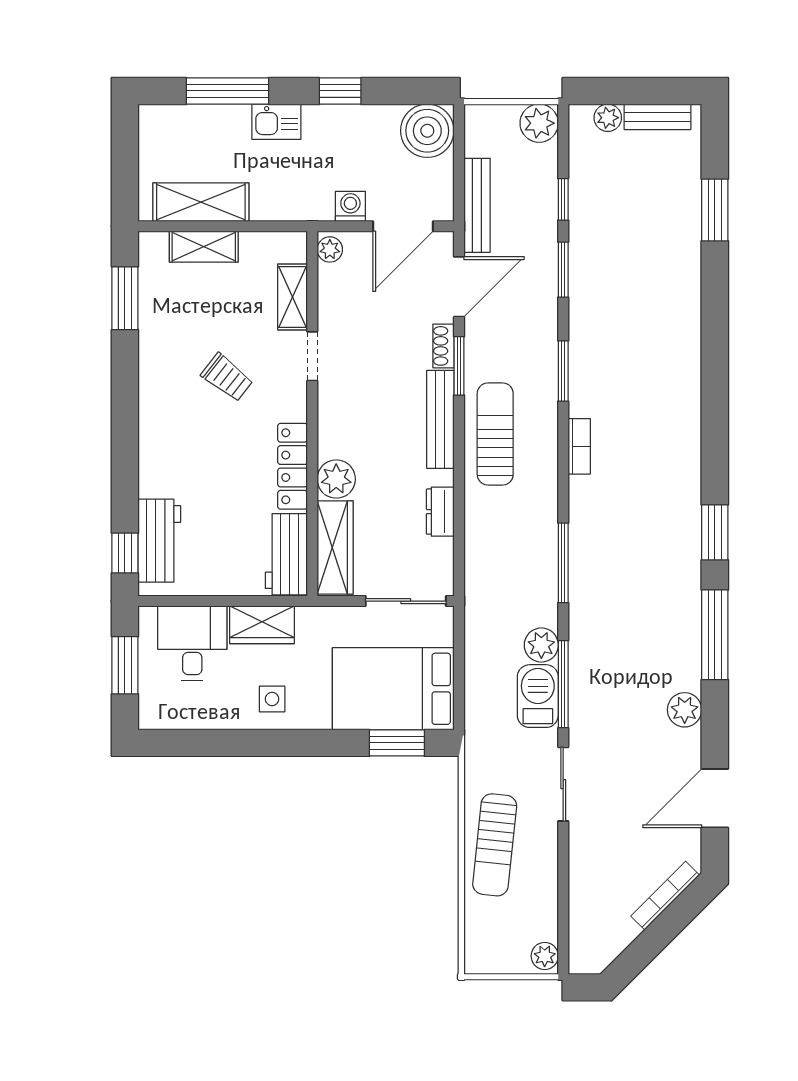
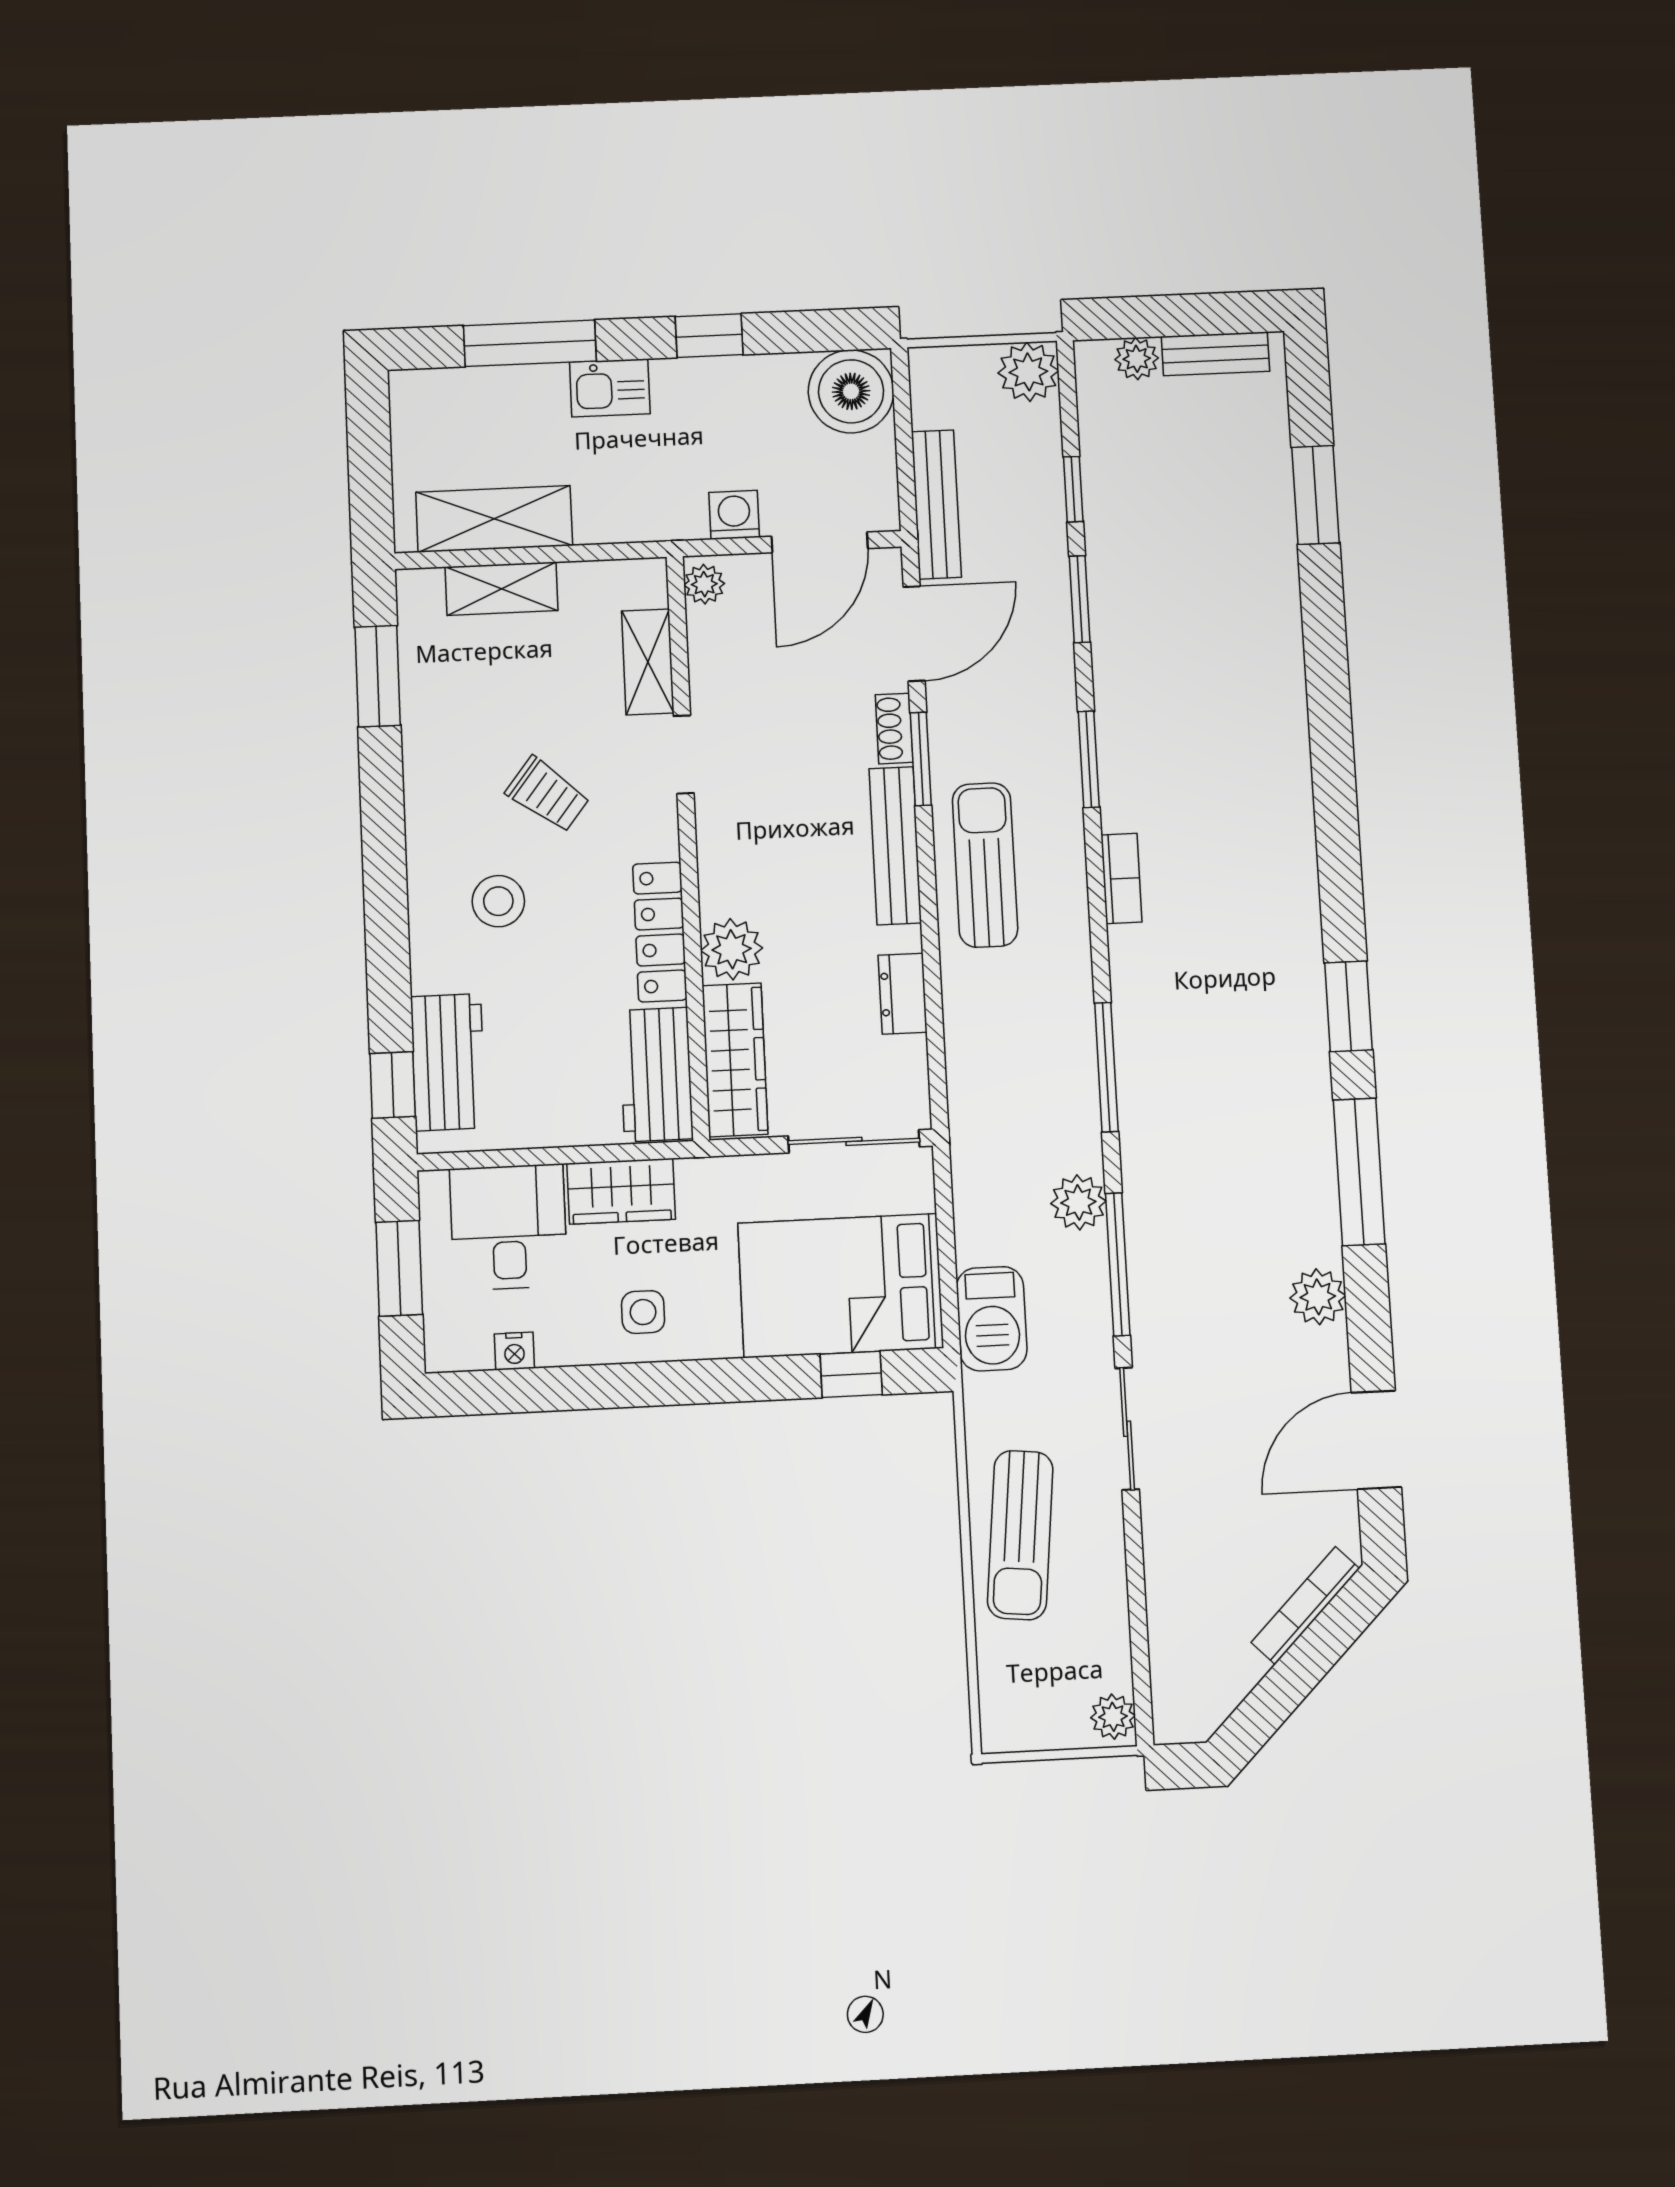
stool: (194, 442) -> (498, 901), added
barbecue: (538, 696) -> (992, 1319), moved, turned 180
nightstand: (193, 719) -> (514, 1351), added
window: (397, 743) -> (851, 1374), width x0.67

